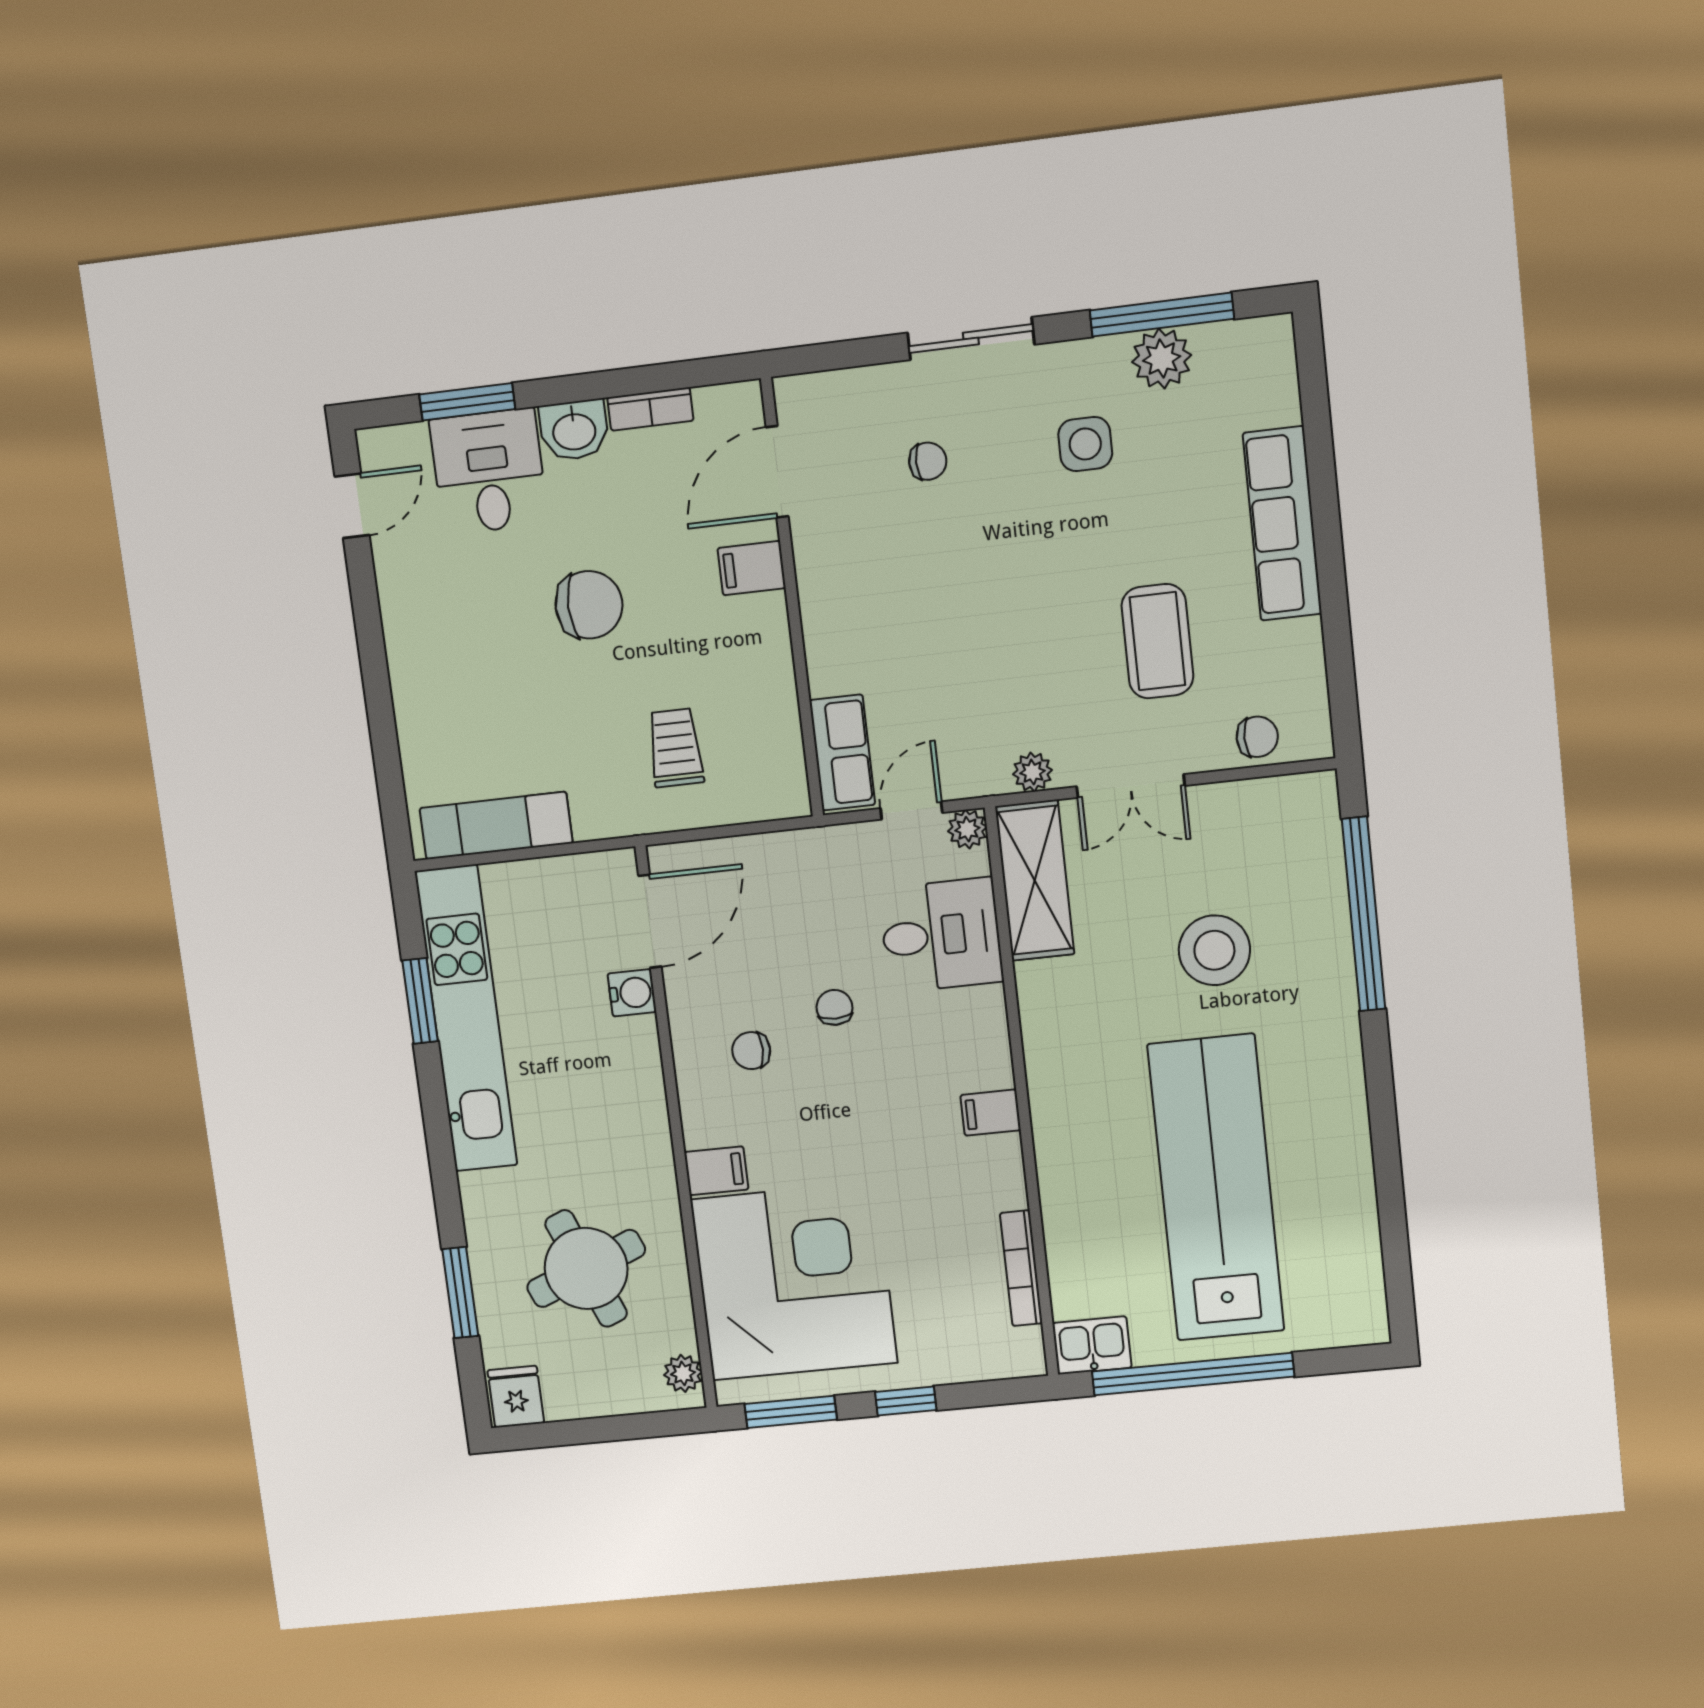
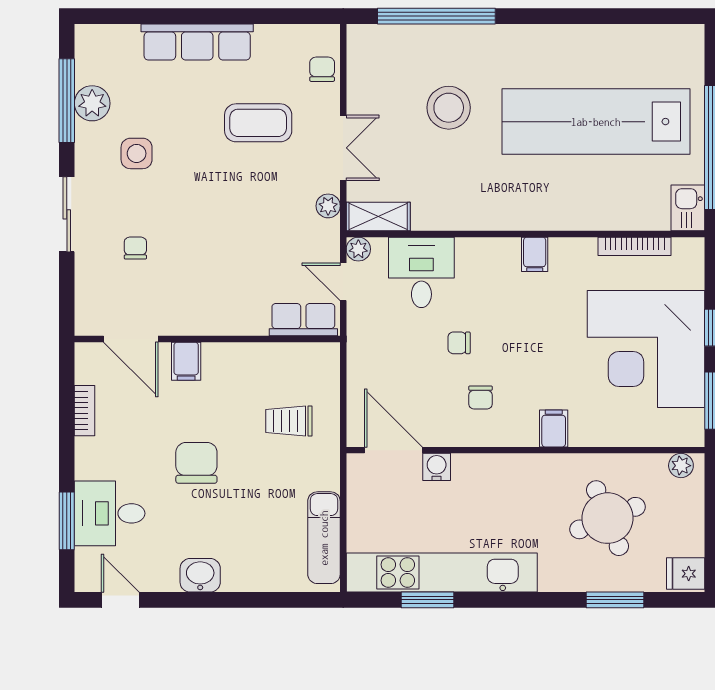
washbasin: (574, 430) -> (200, 575), moved, turned -90
shelving: (1035, 880) -> (378, 217), width x0.67, depth x0.75
corner desk: (794, 1281) -> (646, 349), moved, turned -90

